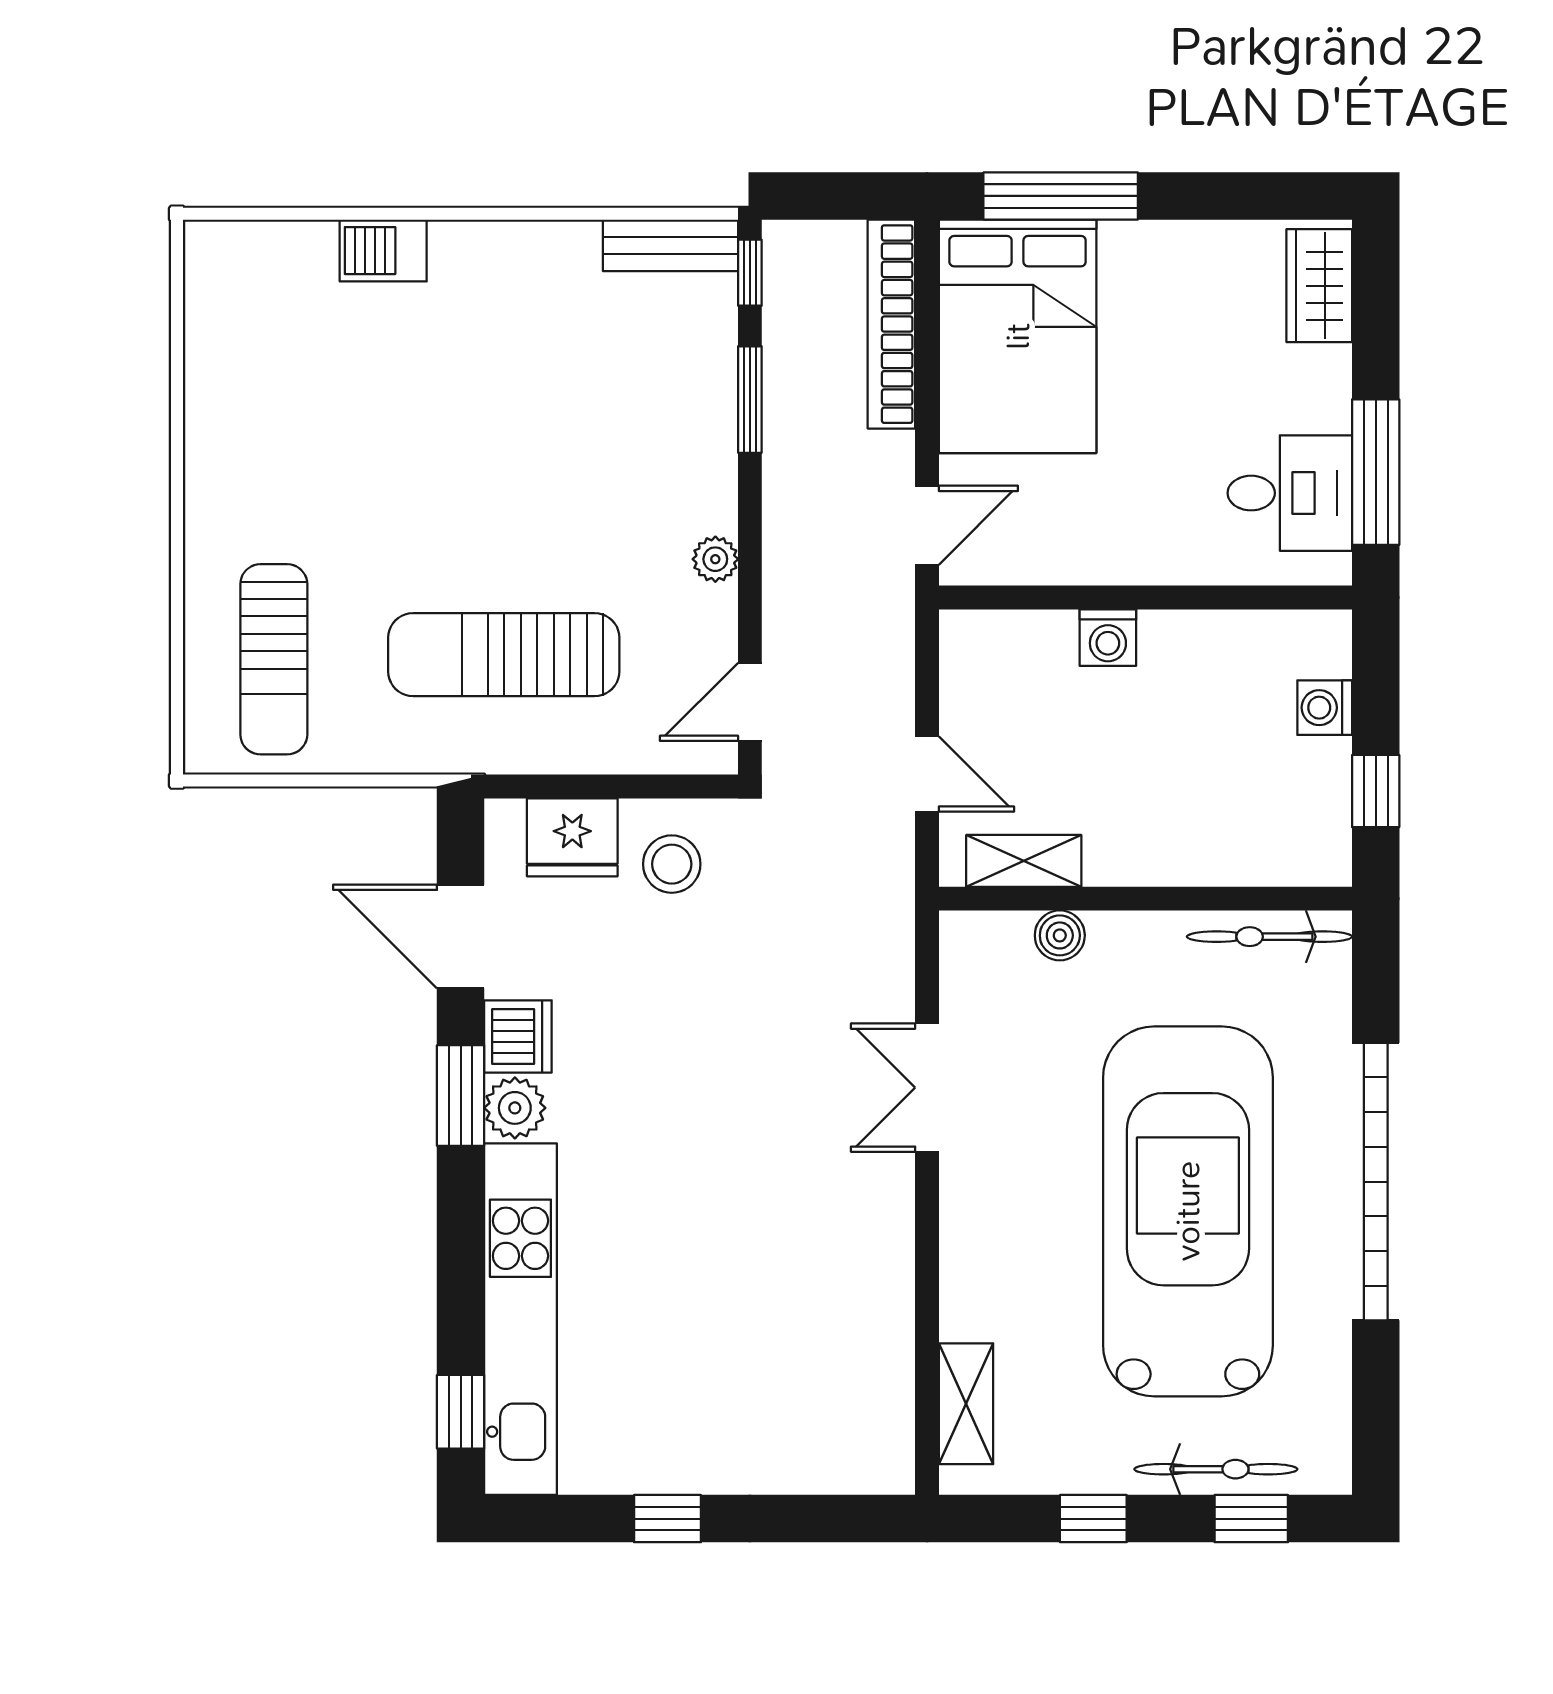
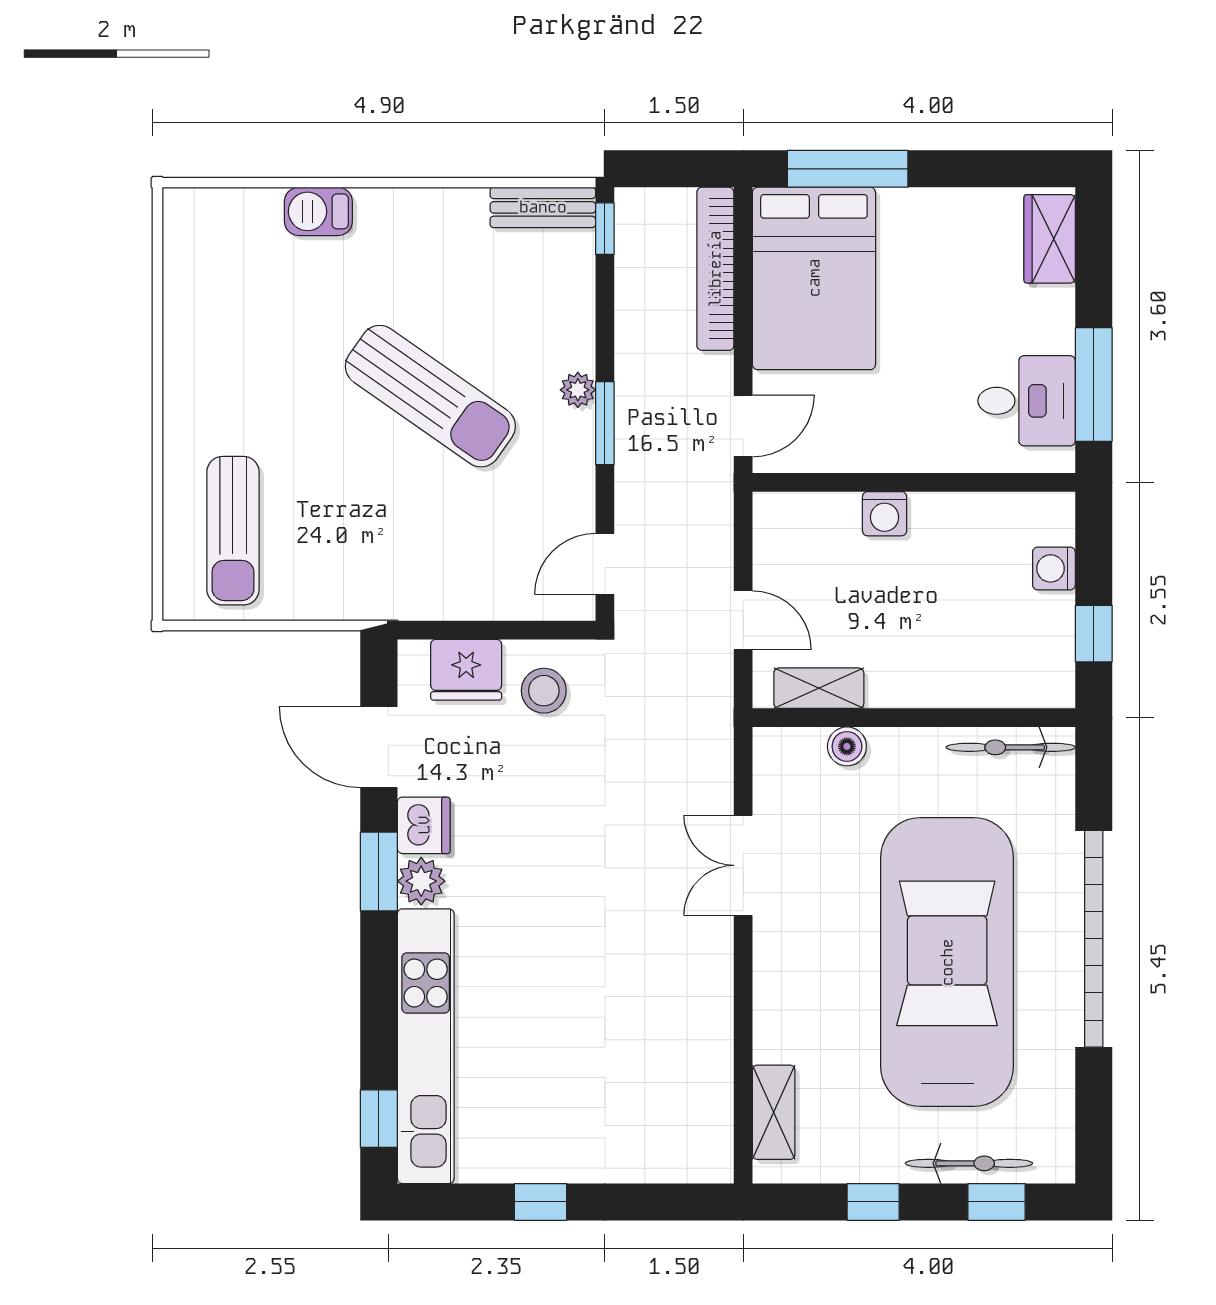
window: (750, 400) -> (605, 423), moved
plant: (715, 559) -> (578, 390), moved
sun lounger: (504, 655) -> (430, 396), moved, turned -145

